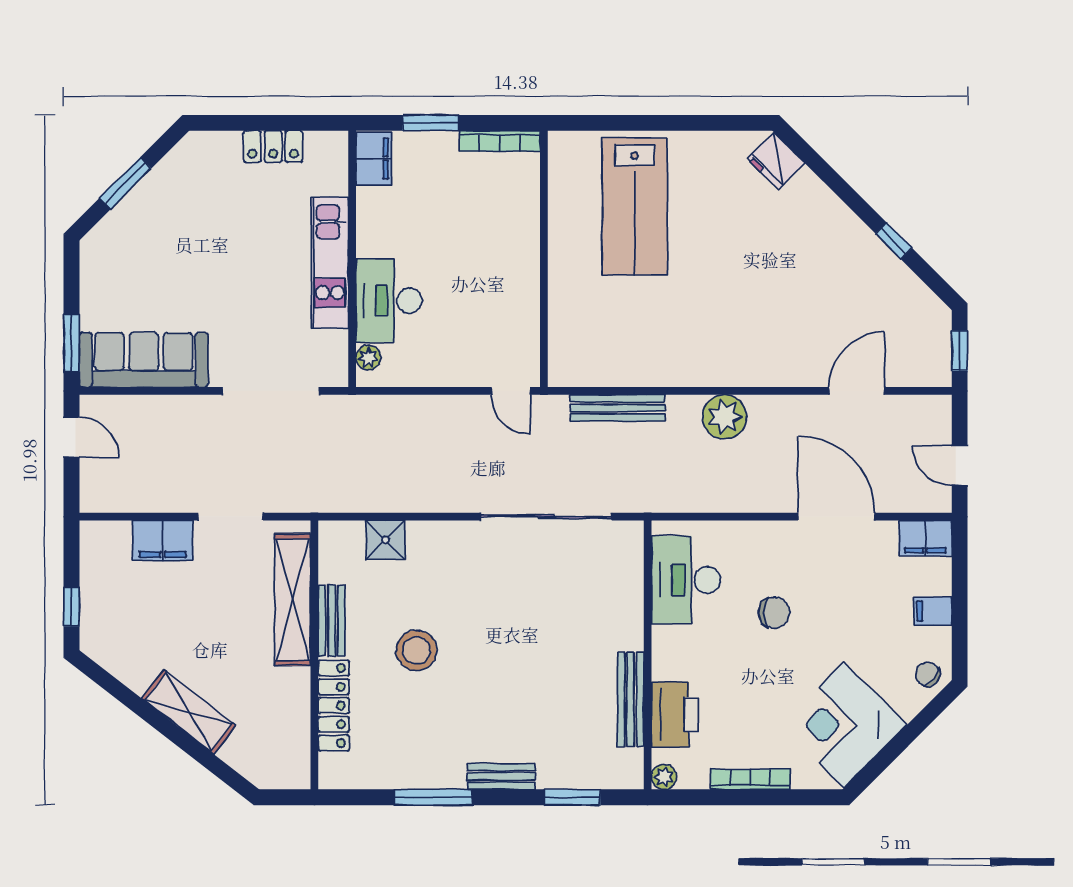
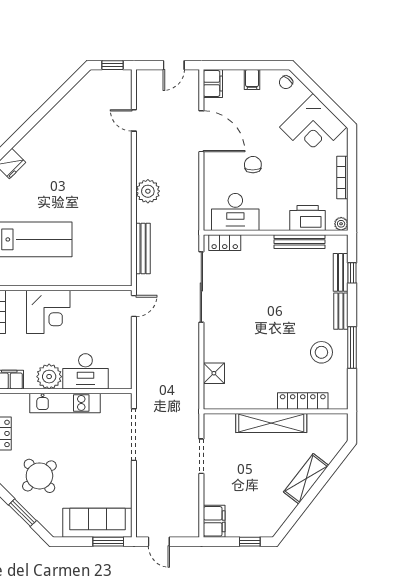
round table: (194, 215) -> (39, 476), added
corner desk: (500, 231) -> (48, 312), added
window: (894, 241) -> (53, 100), removed
plant: (368, 358) -> (49, 377), moved, width x1.87, depth x1.87
sofa: (144, 360) -> (97, 523), moved, turned 90
door: (857, 391) -> (134, 120), width x0.73
door: (71, 437) -> (159, 542), swing flipped
door: (836, 517) -> (201, 131), swing flipped
filing cabinet: (163, 540) -> (214, 521), moved
locker: (629, 560) -> (225, 243), added
shelving: (293, 600) -> (271, 423), moved
bench: (332, 621) -> (341, 272), moved, turned 90
stool: (416, 650) -> (321, 352), moved
window: (572, 797) -> (352, 273), width x0.67

